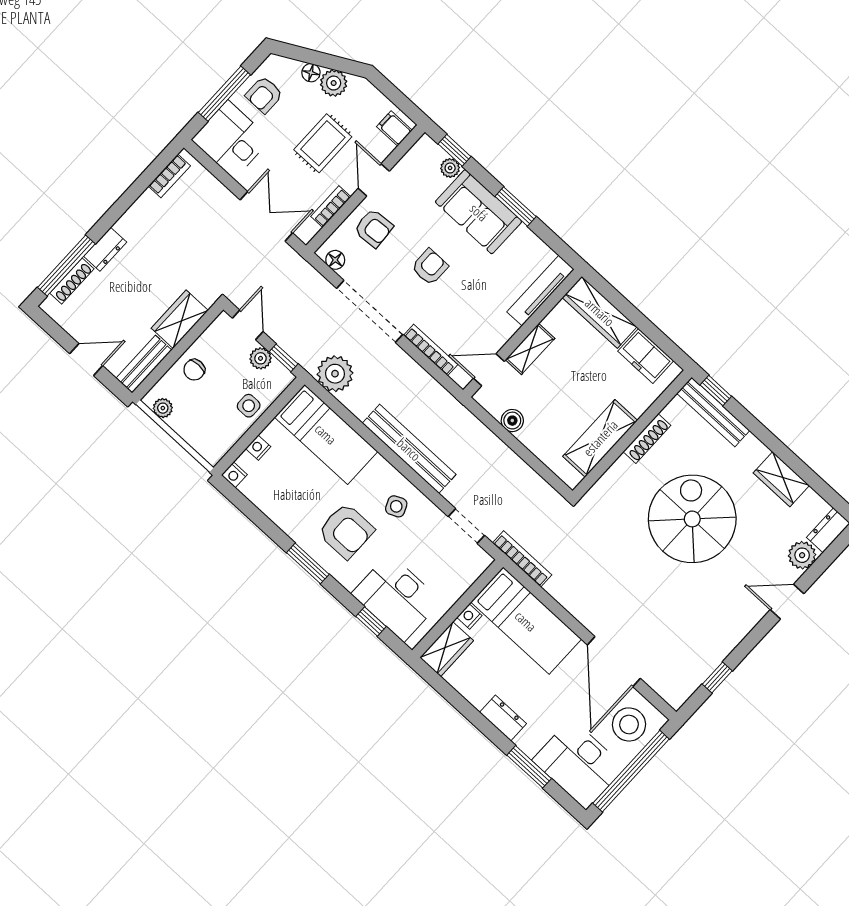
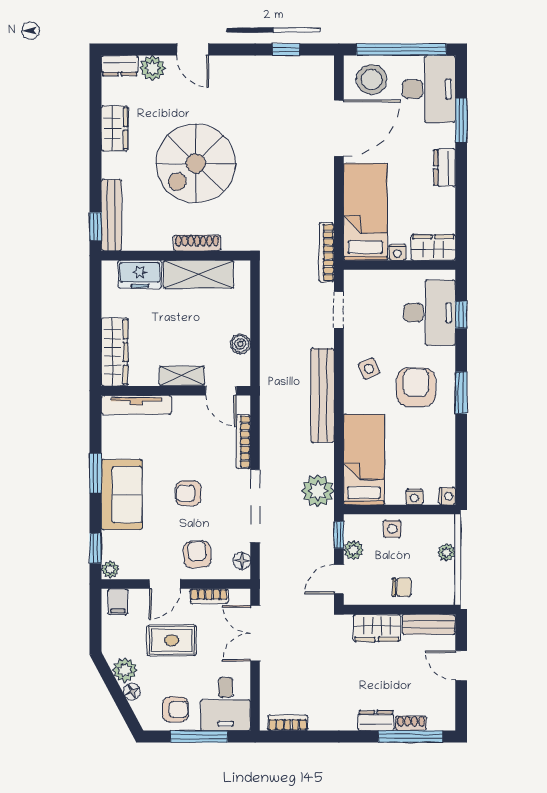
plant: (450, 168) -> (110, 569), moved
shoe rack: (72, 281) -> (411, 723), width x0.70
freezer: (646, 356) -> (140, 274), moved, turned 90
plant: (163, 408) -> (447, 552), moved
shoe rack: (647, 439) -> (197, 243), moved

